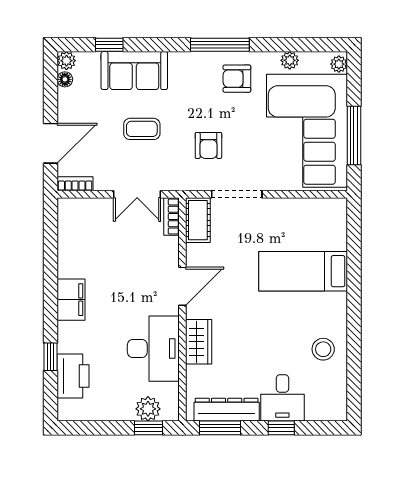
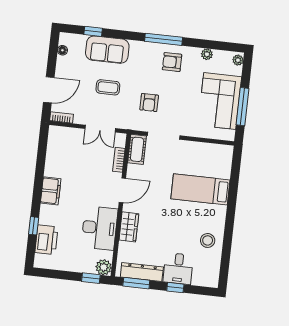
plant: (66, 61) -> (65, 38), removed
corner sofa: (307, 131) -> (220, 101), width x0.73, depth x0.74
bookcase: (171, 216) -> (119, 160), moved
plant: (148, 409) -> (104, 267), moved

